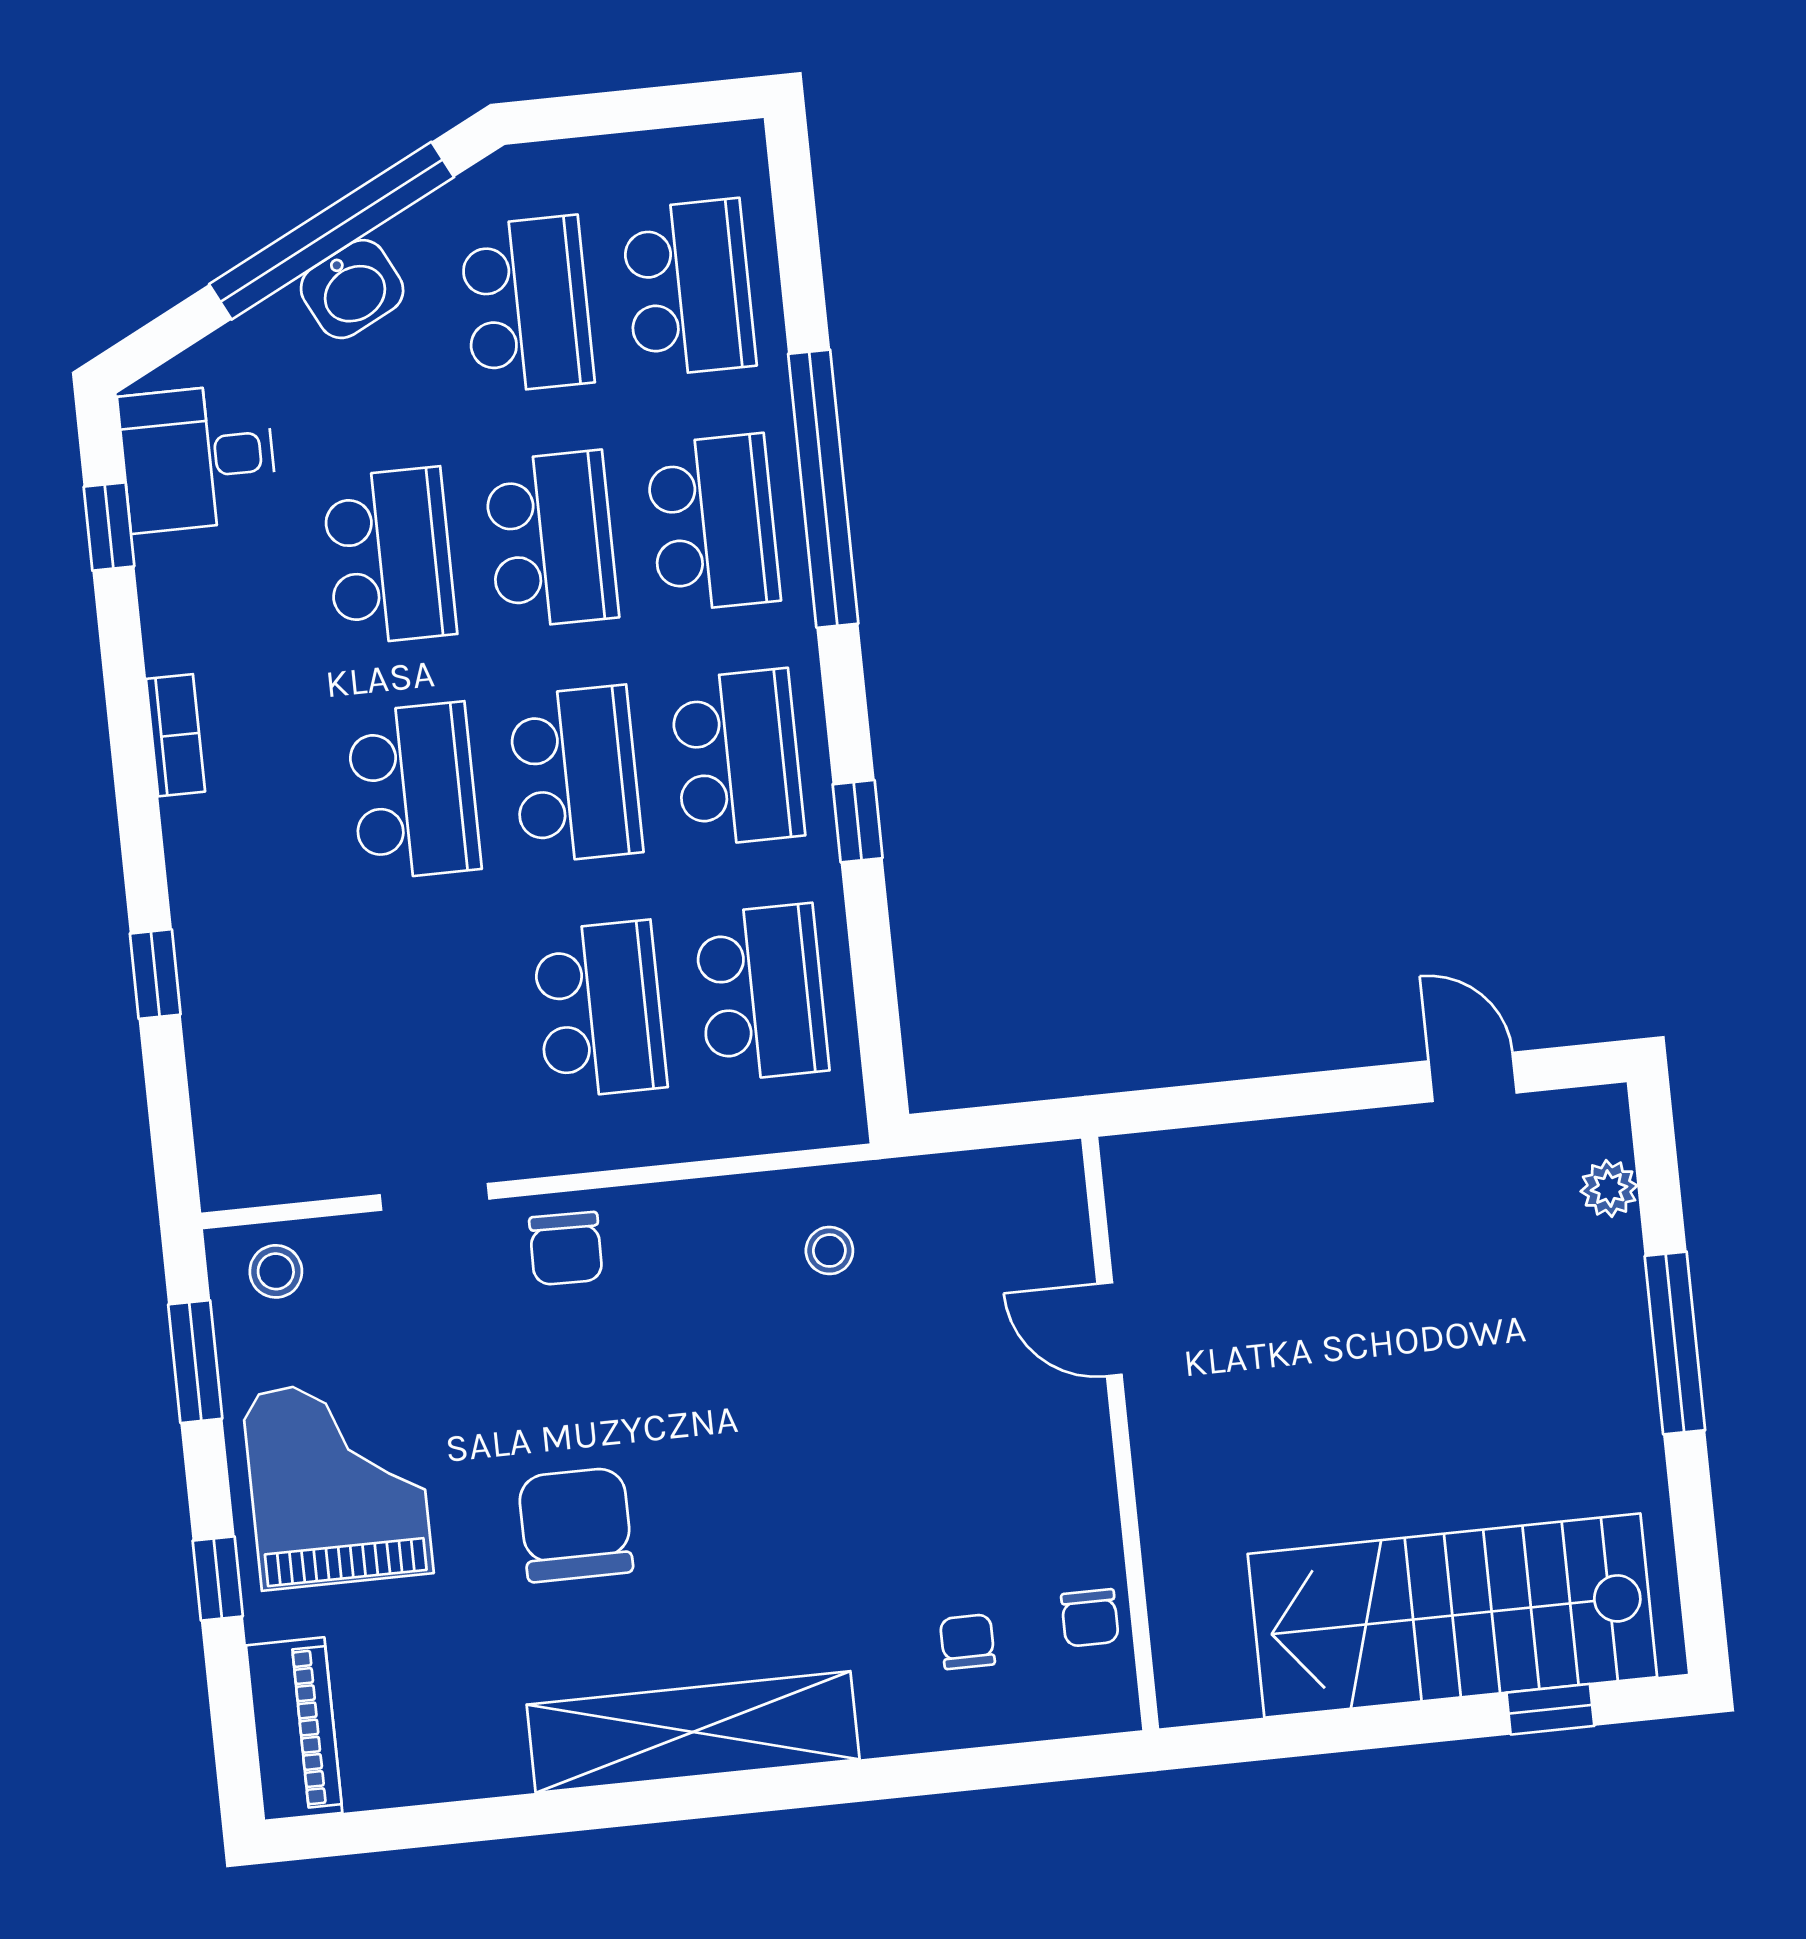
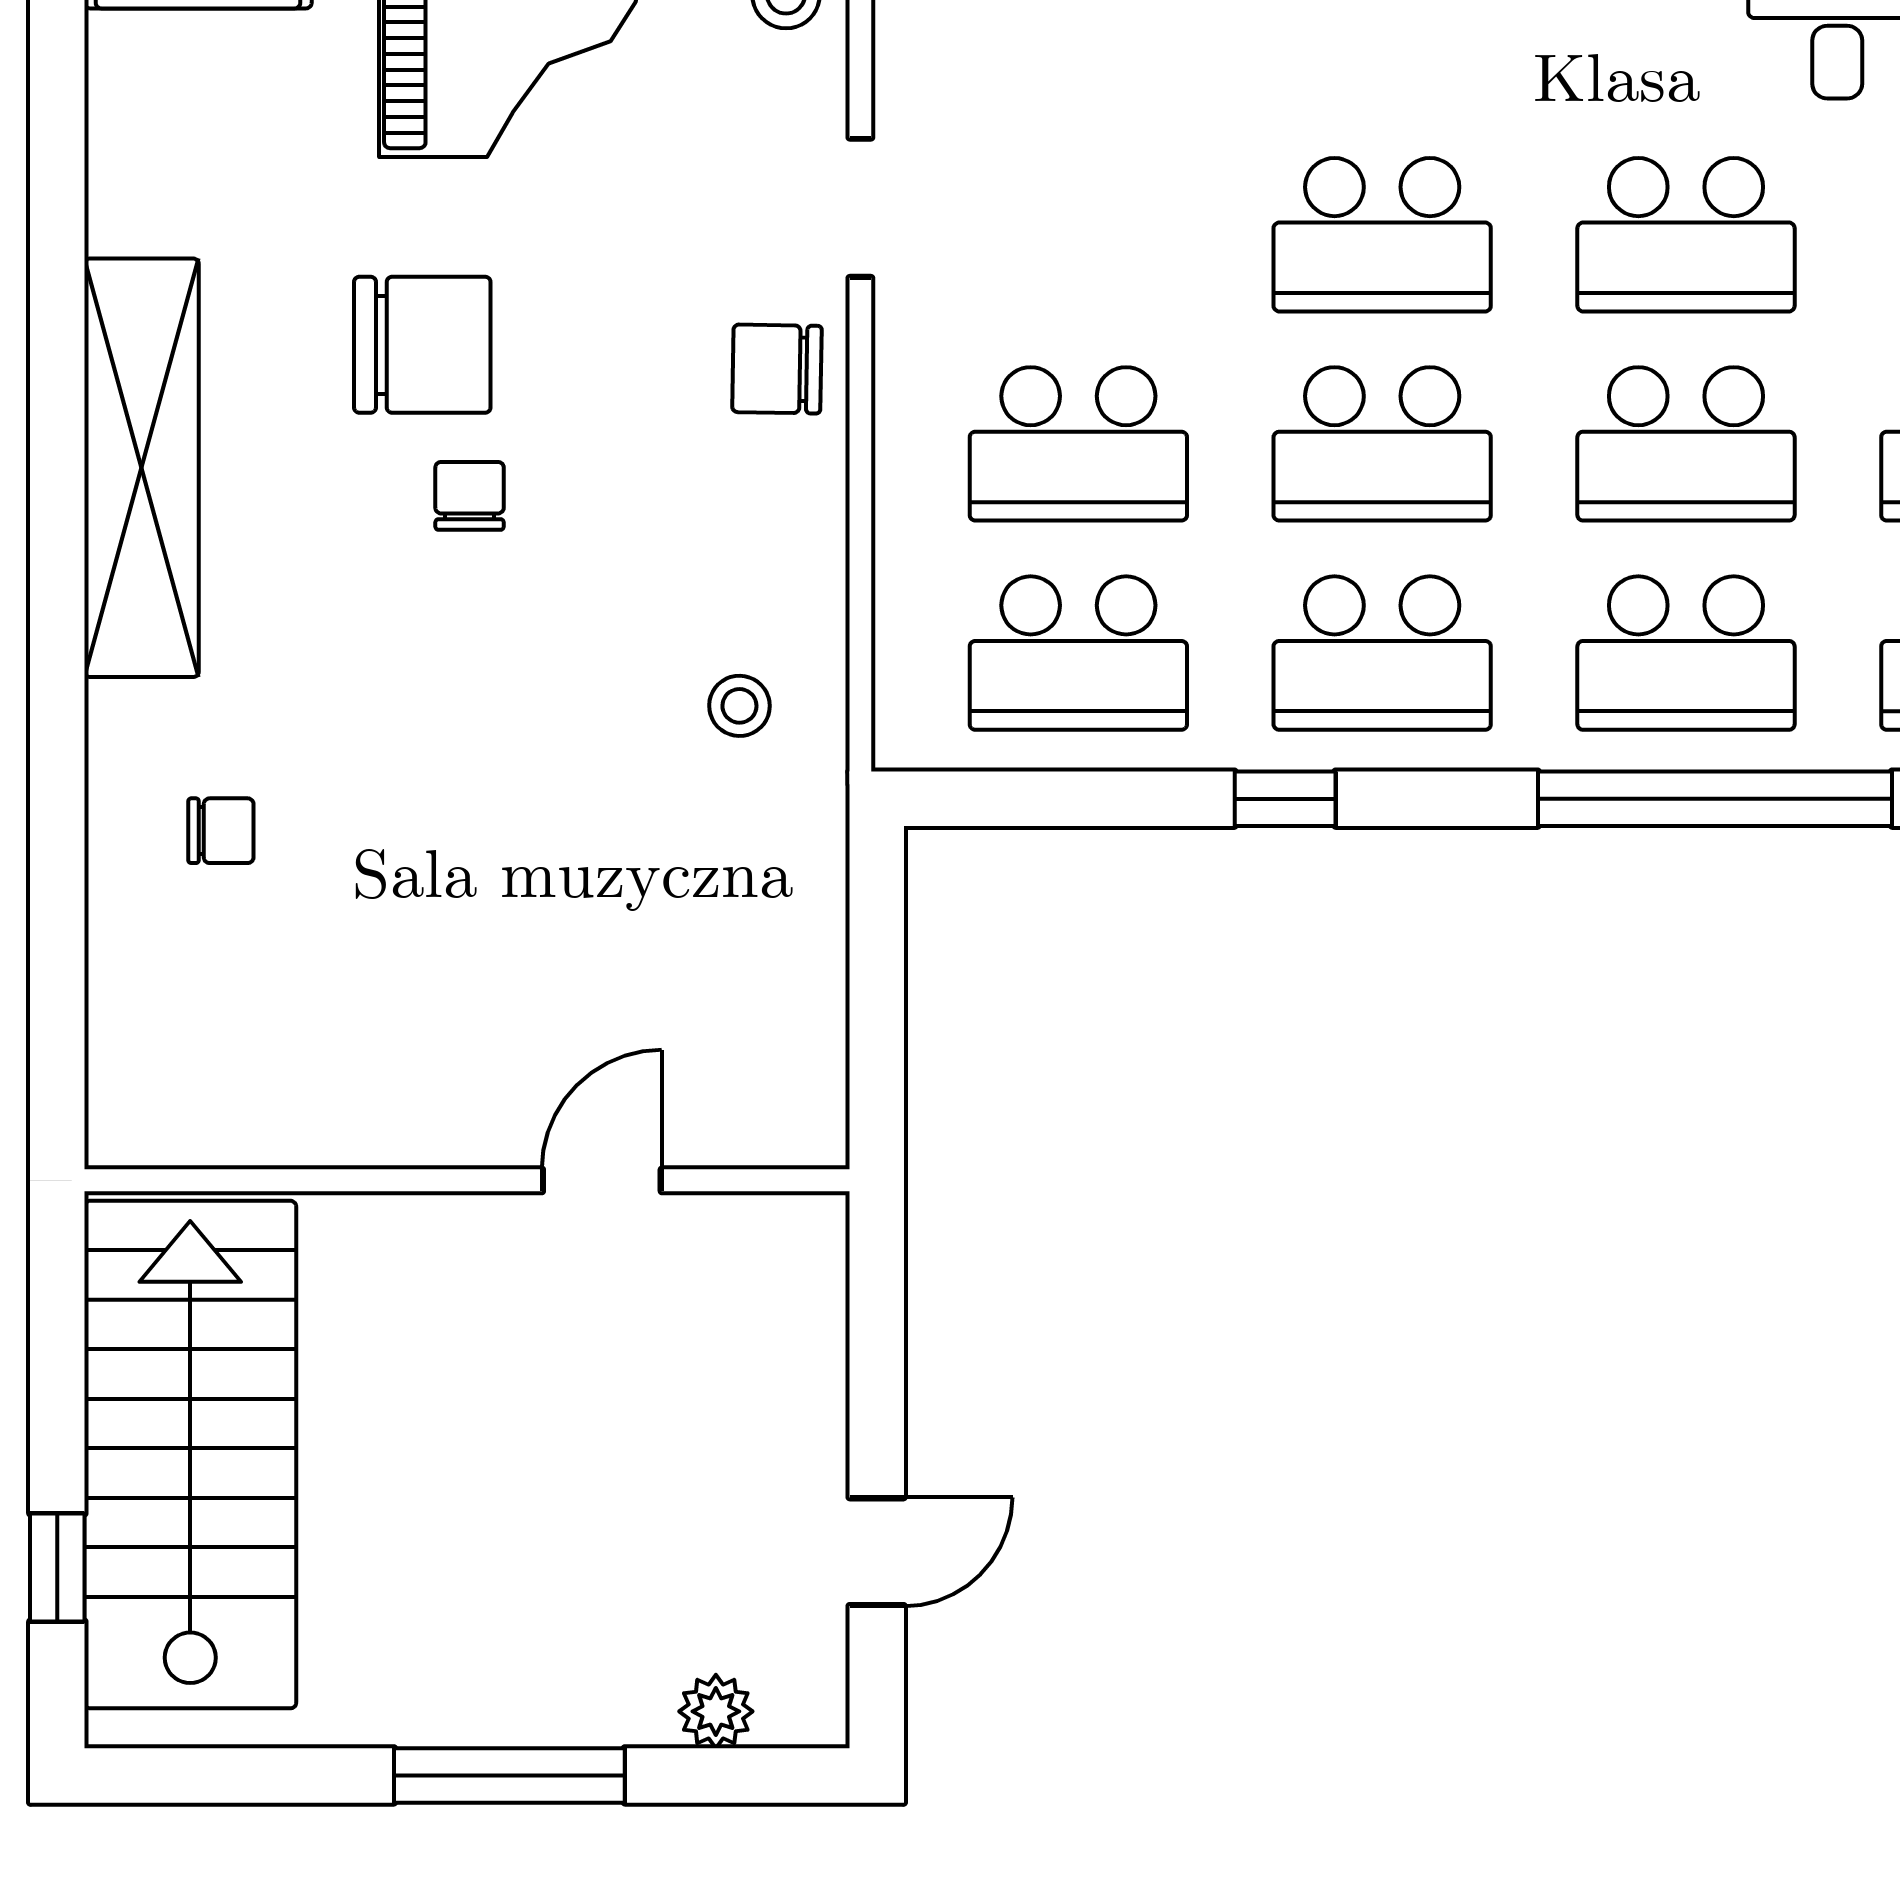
door: (1109, 1329) -> (602, 1180), moved
wall: (1120, 1434) -> (467, 1180), moved
chair: (1090, 1618) -> (470, 496), moved, turned 90

